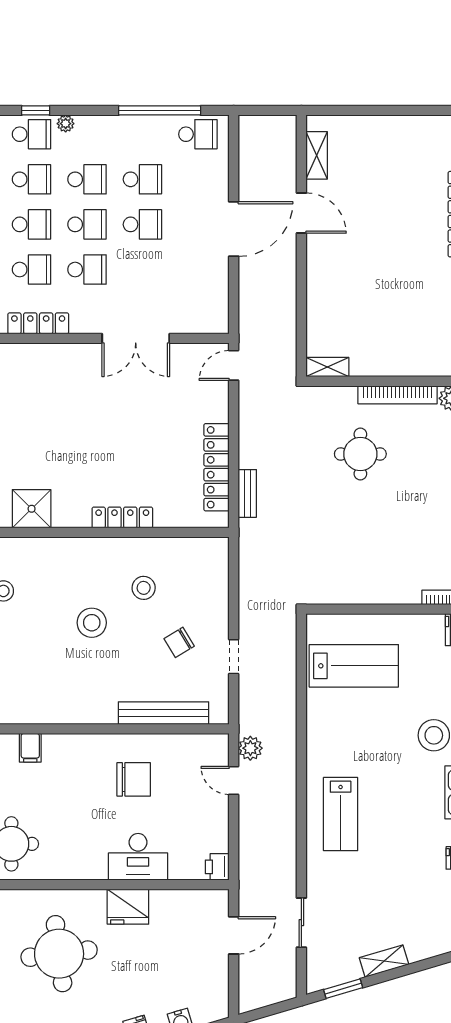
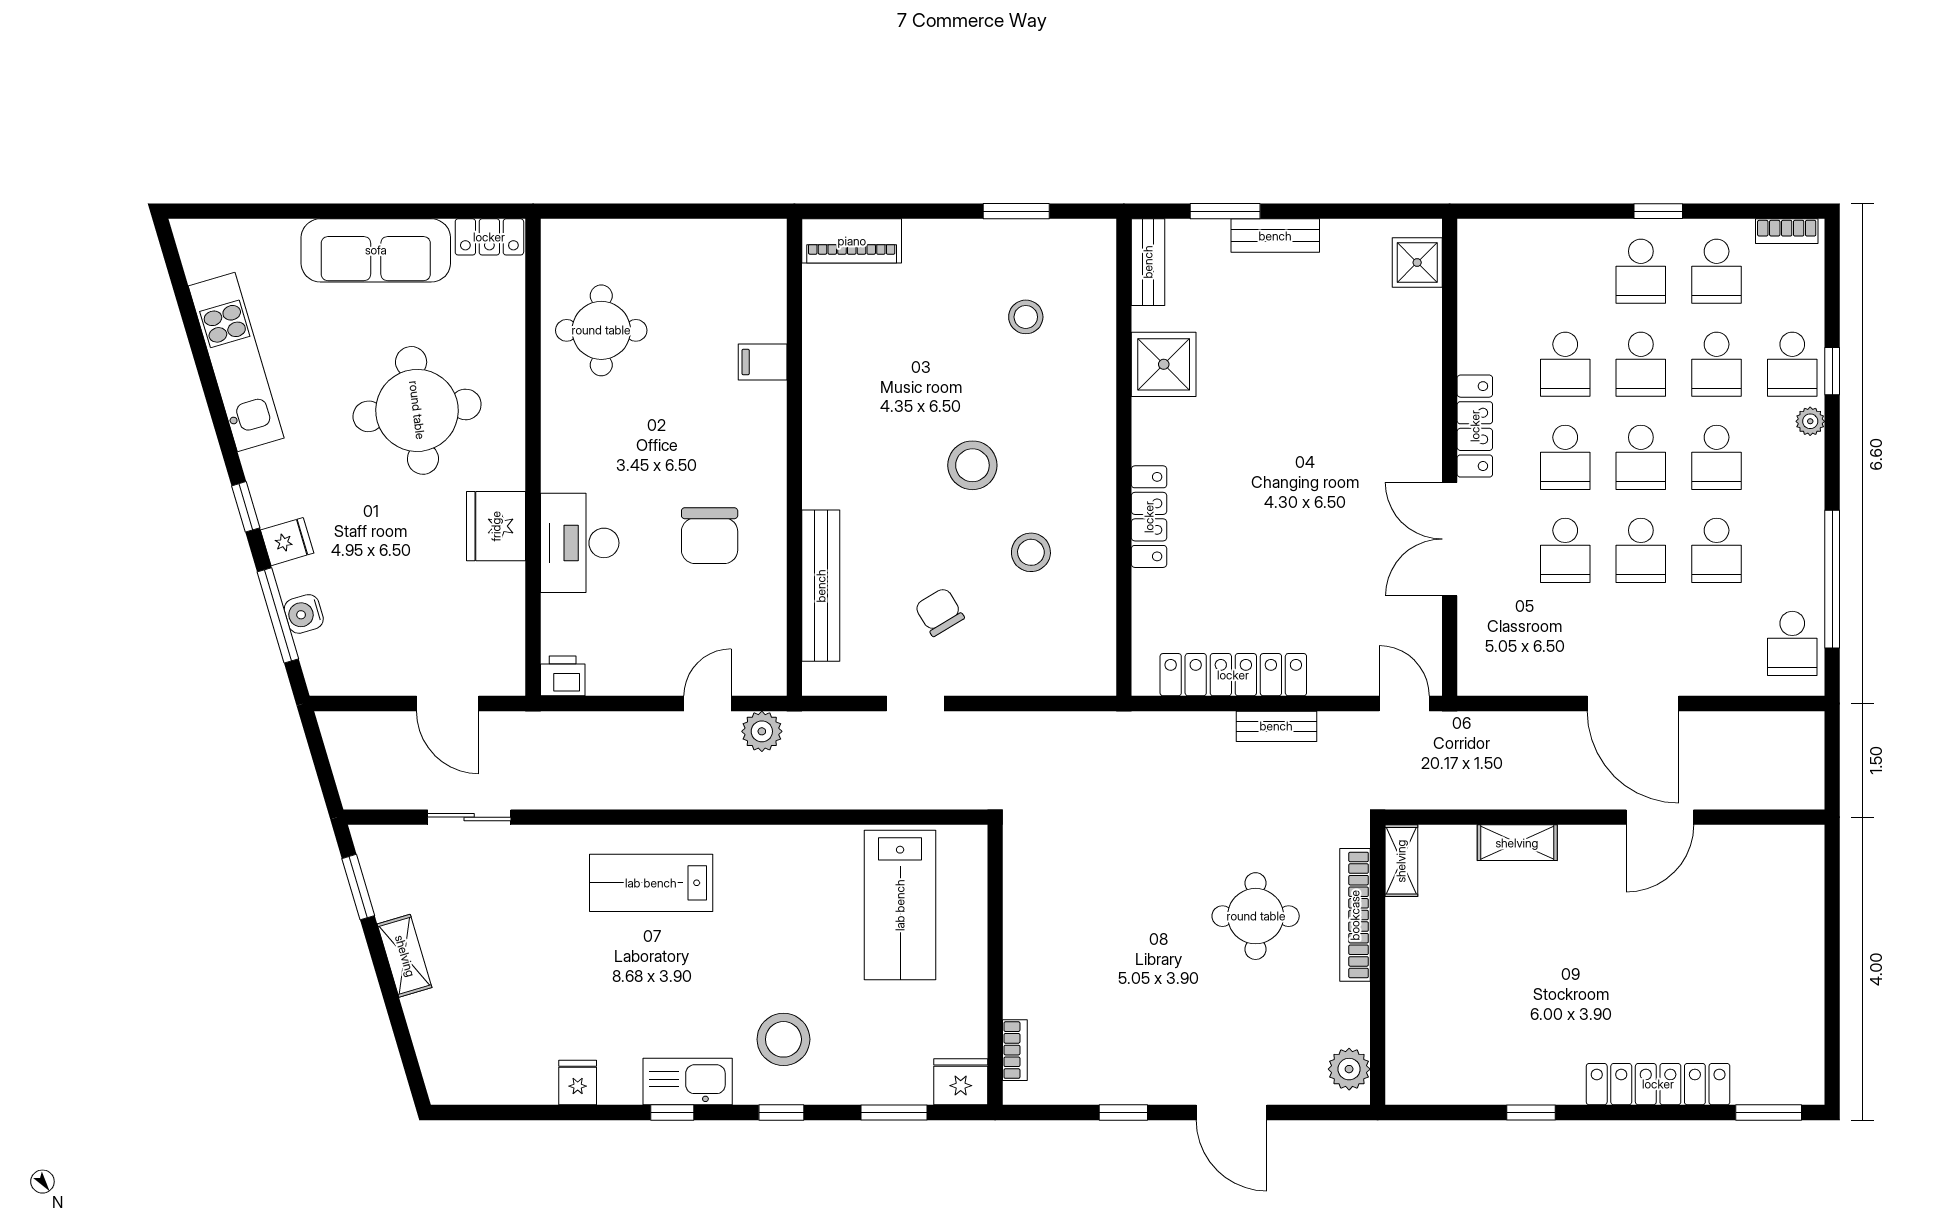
shelving: (317, 155) -> (1517, 843), moved
school desk: (142, 270) -> (1565, 550), added
locker: (38, 323) -> (1475, 426), moved
bookcase: (398, 395) -> (1355, 915), moved
bench: (247, 493) -> (1276, 726), moved

